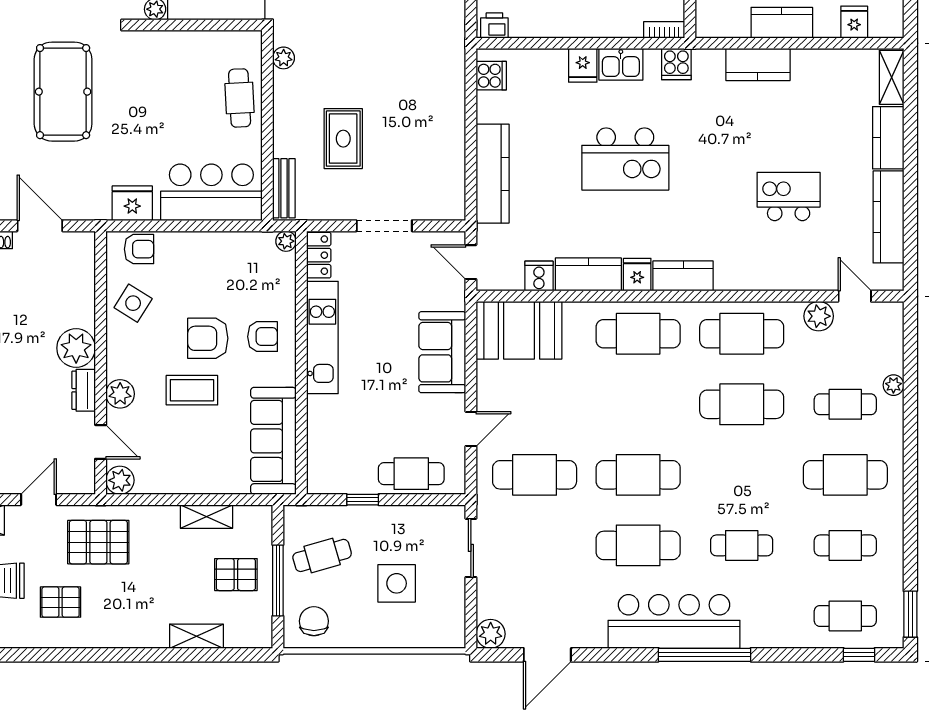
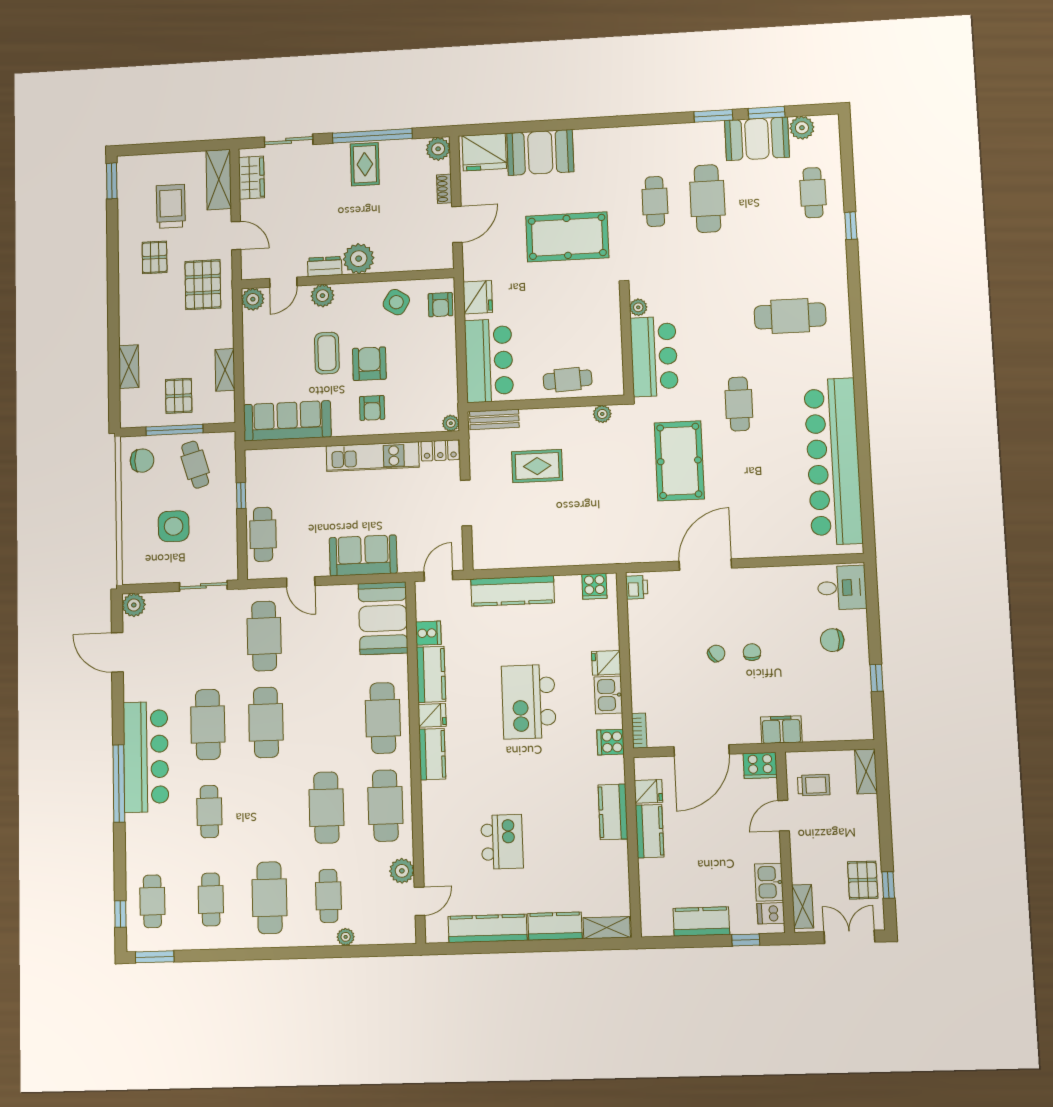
fridge: (854, 22) -> (648, 791), moved

